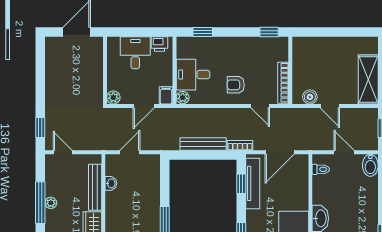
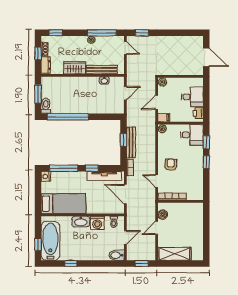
window: (269, 32) -> (206, 162), moved
desk: (193, 75) -> (192, 135), moved, turned 90
door: (144, 106) -> (157, 102), hinge flipped
door: (260, 106) -> (157, 181), hinge flipped
door: (63, 152) -> (125, 48), hinge flipped
door: (130, 152) -> (125, 93), hinge flipped
window: (199, 155) -> (123, 140), added
window: (241, 184) -> (92, 168), moved
washing machine: (322, 194) -> (97, 223), added
window: (40, 203) -> (102, 33), moved

